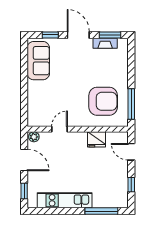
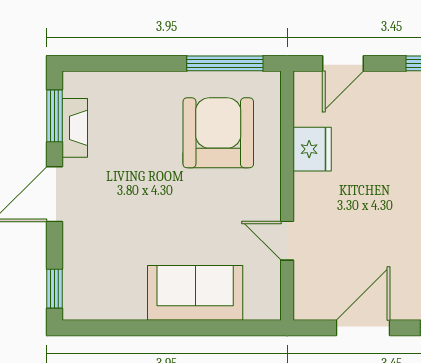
window: (50, 35) -> (55, 289), moved
sofa: (38, 61) -> (195, 293), moved
plant: (34, 137) -> (306, 304), removed

